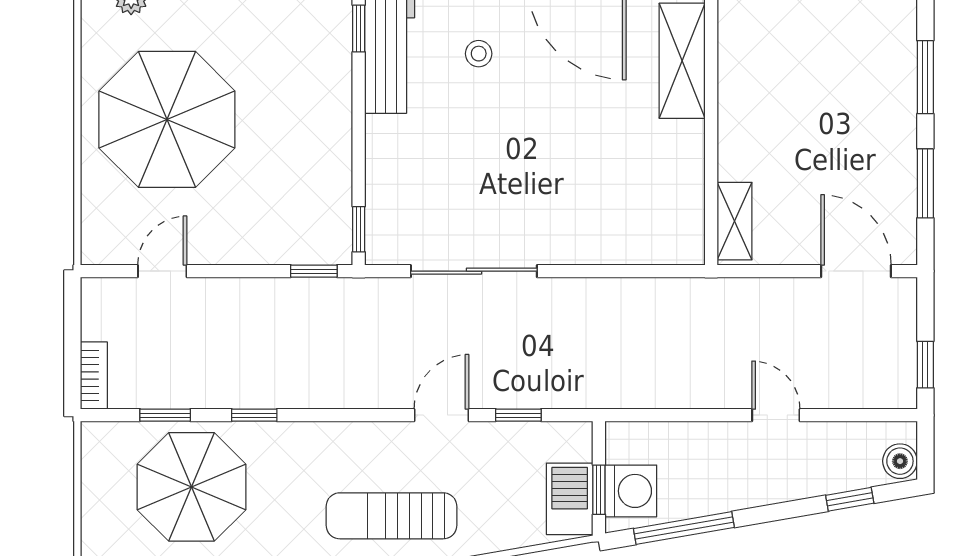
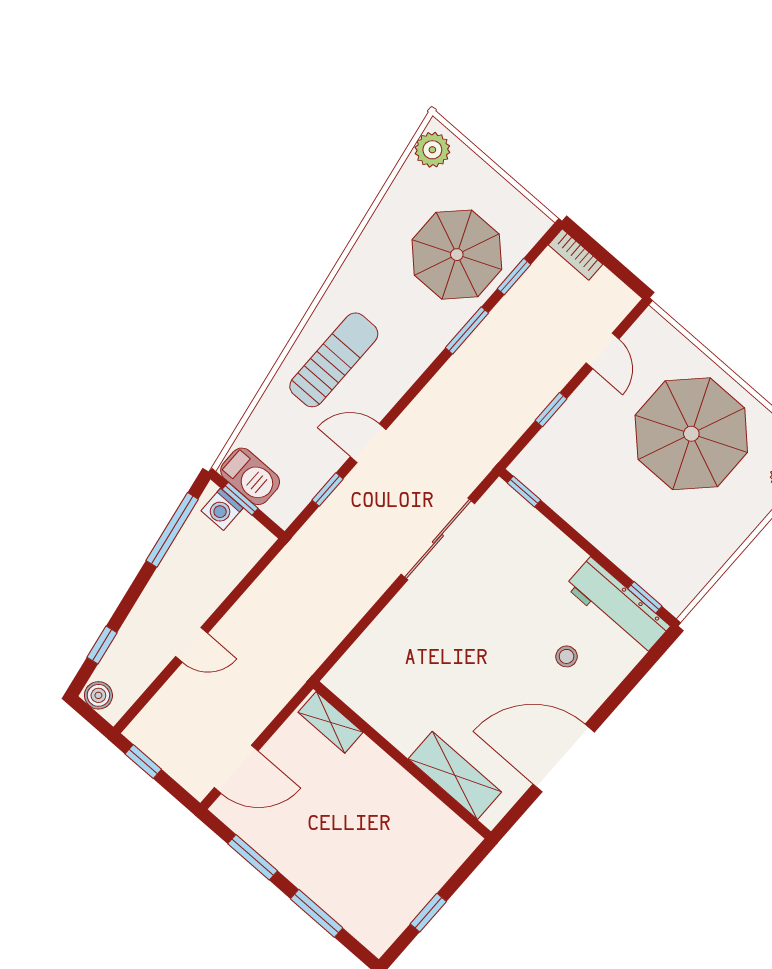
window: (314, 271) -> (551, 410), moved
window: (254, 415) -> (467, 330), width x1.50
door: (441, 415) -> (368, 443), swing flipped
washing machine: (631, 491) -> (222, 509), width x0.73, depth x0.73

